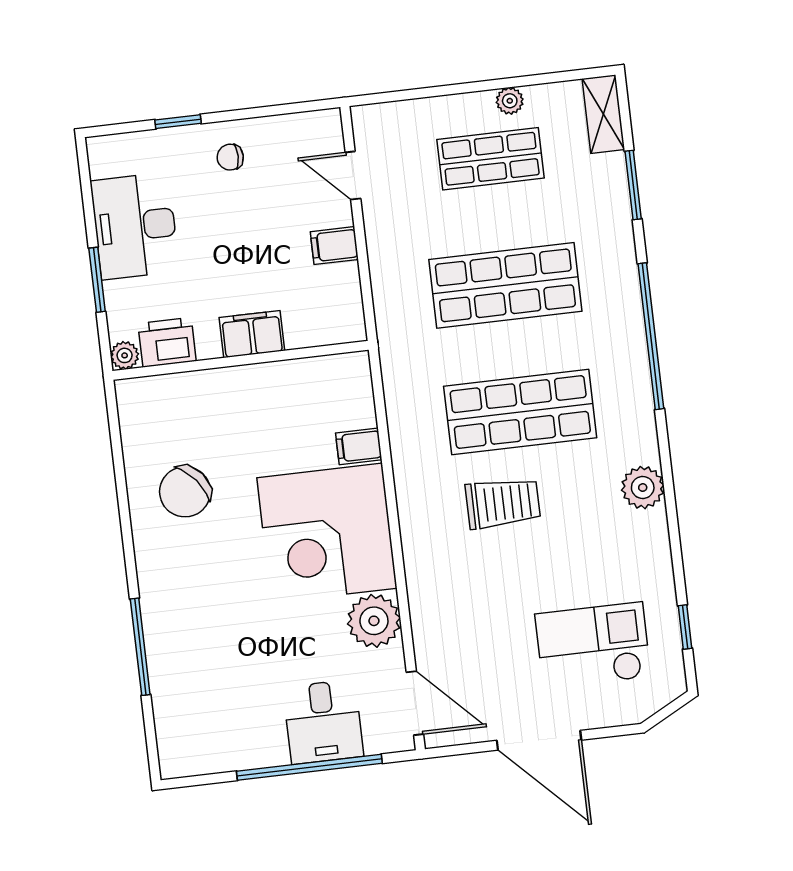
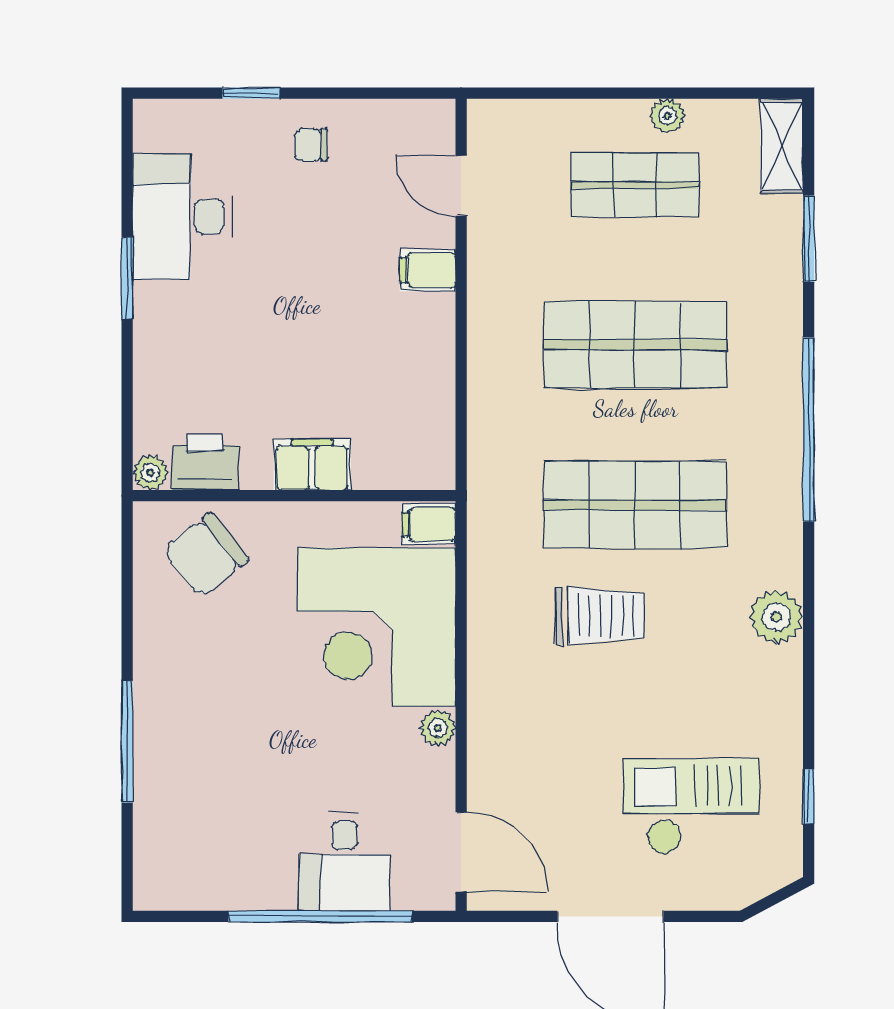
filing cabinet: (252, 334) -> (312, 465), moved
printer: (167, 342) -> (205, 462), moved
plant: (125, 355) -> (150, 473), moved
wall: (241, 360) -> (294, 496), moved
plant: (374, 621) -> (438, 728), width x0.53, depth x0.53

